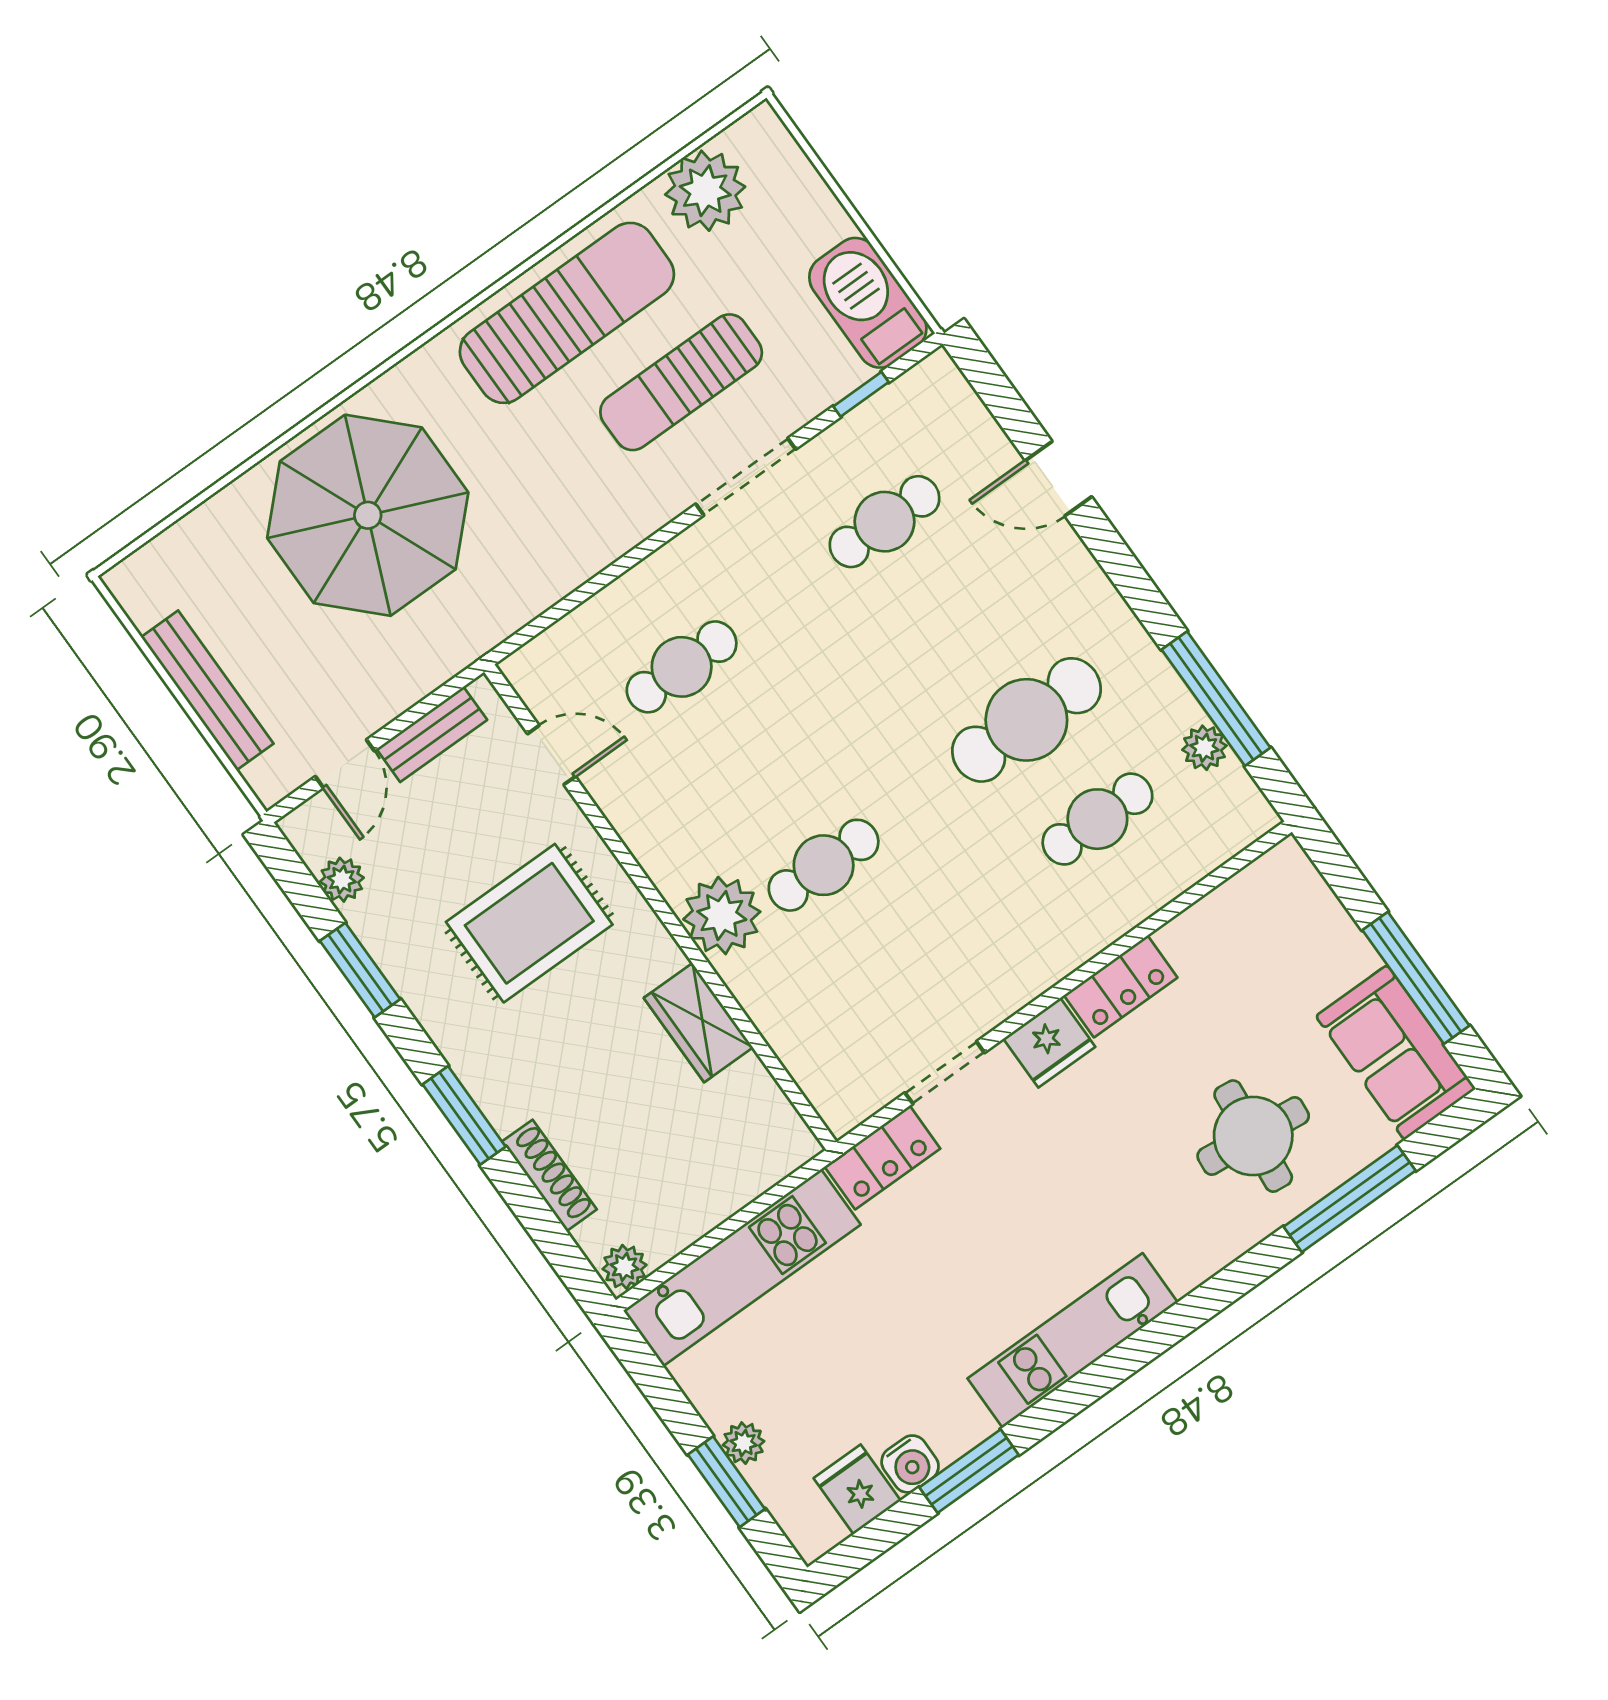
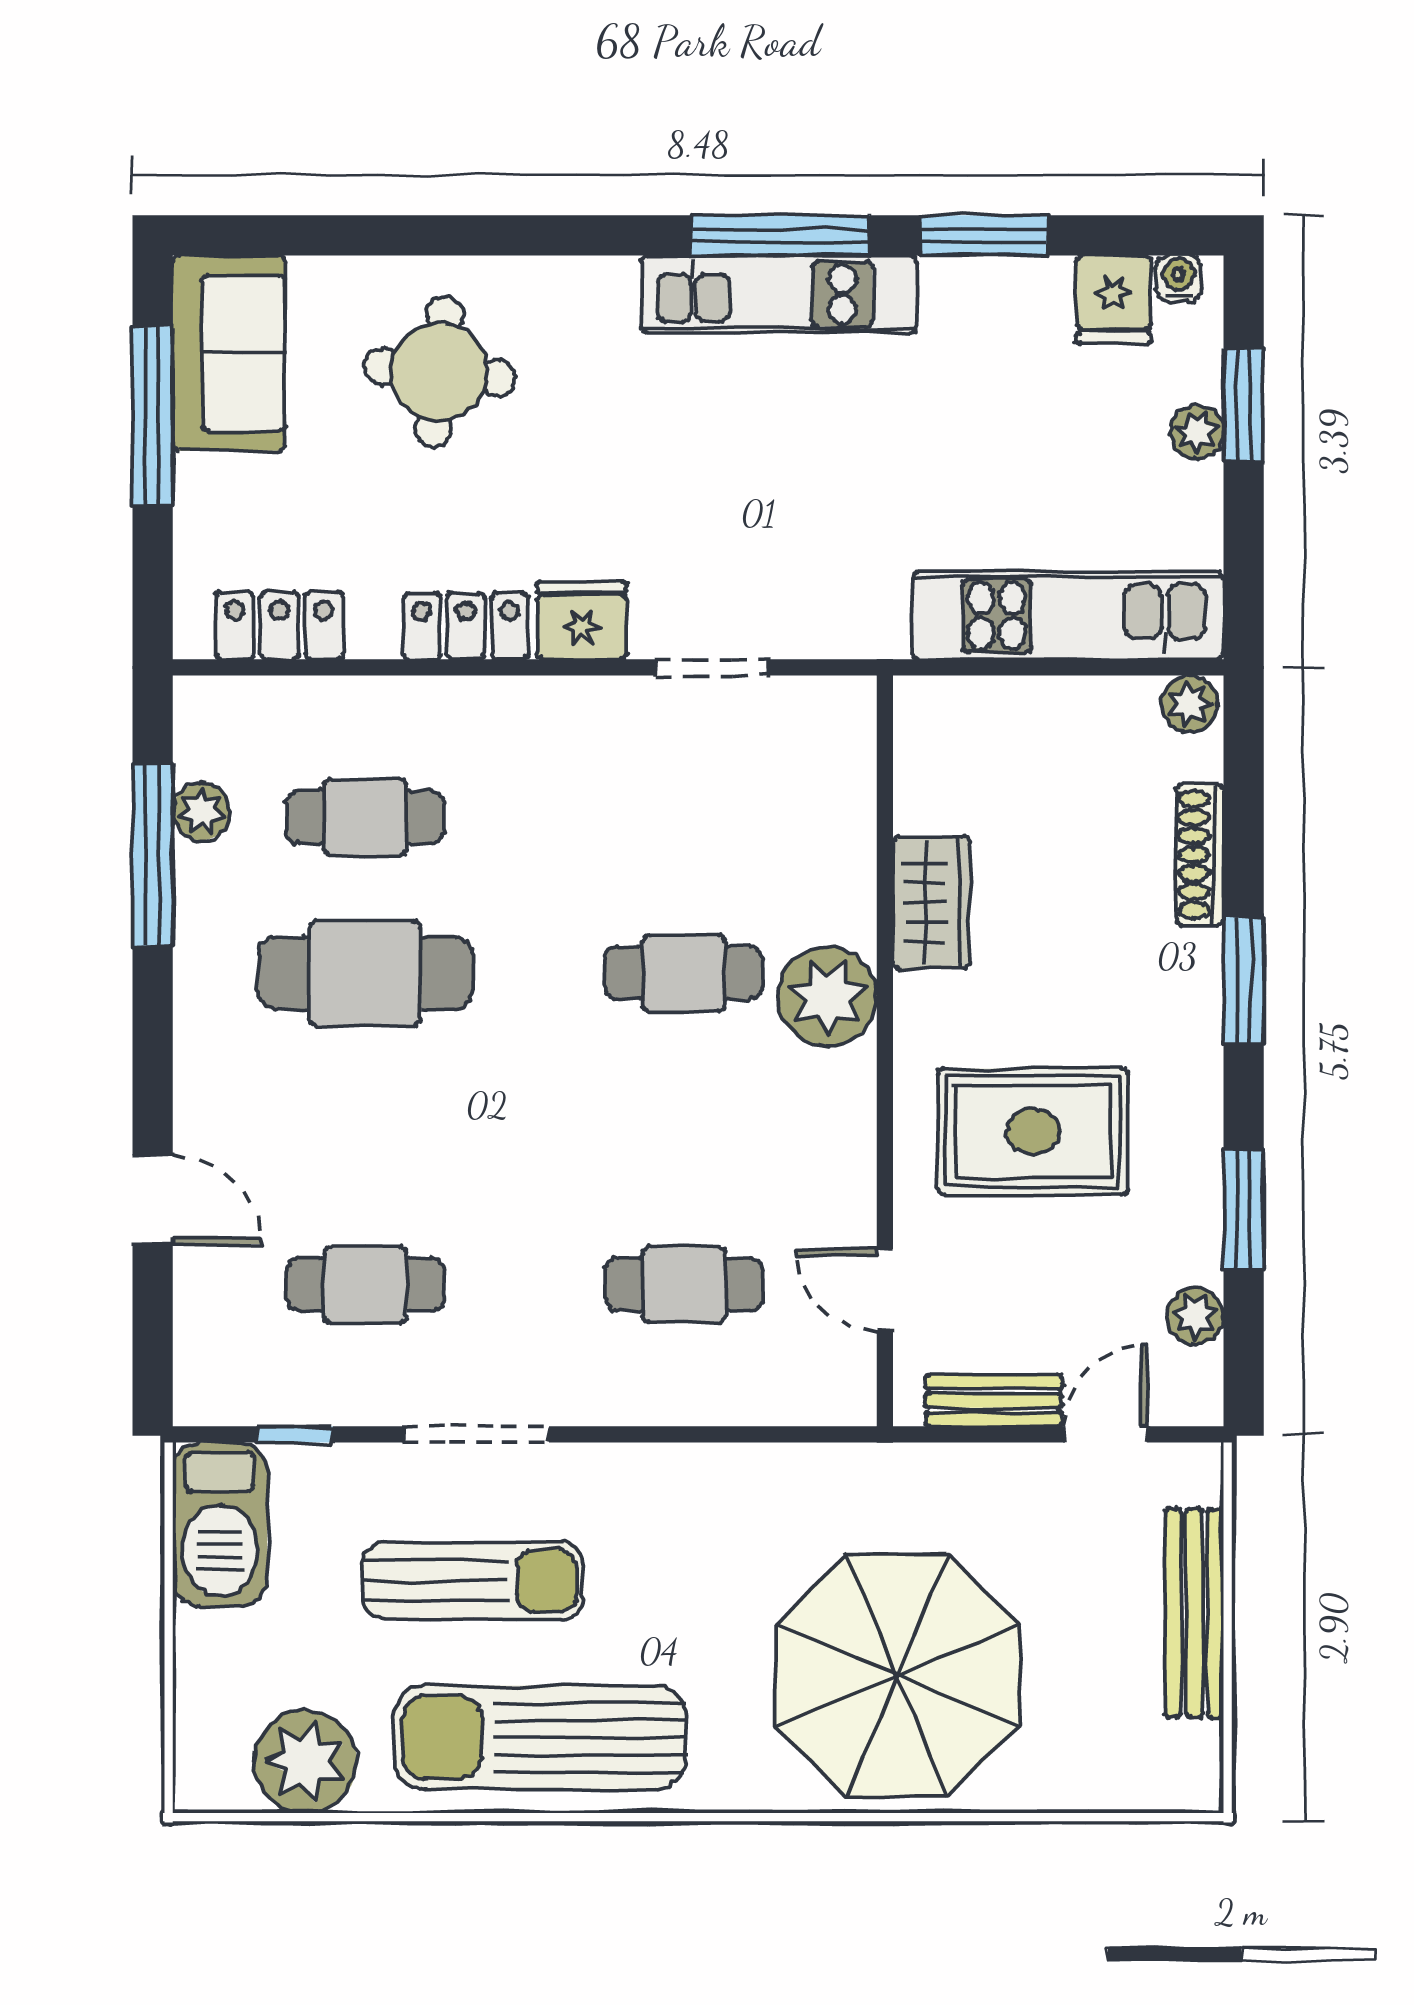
locker: (882, 1158) -> (279, 626), moved
window: (1350, 1199) -> (780, 235), moved
water cooler: (910, 1464) -> (1179, 278), moved, width x0.72, depth x0.72

